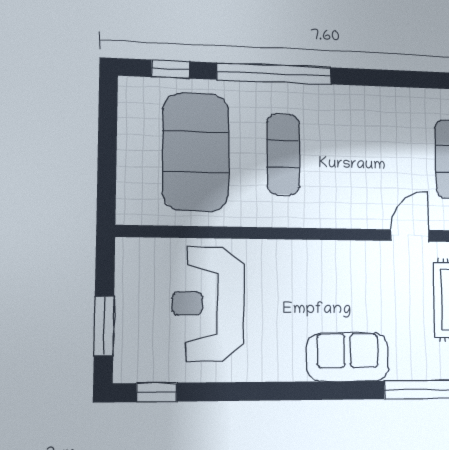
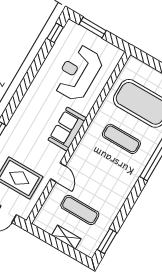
reception desk: (208, 303) -> (78, 73), turned -90
sofa: (348, 357) -> (67, 129), moved, turned 180

